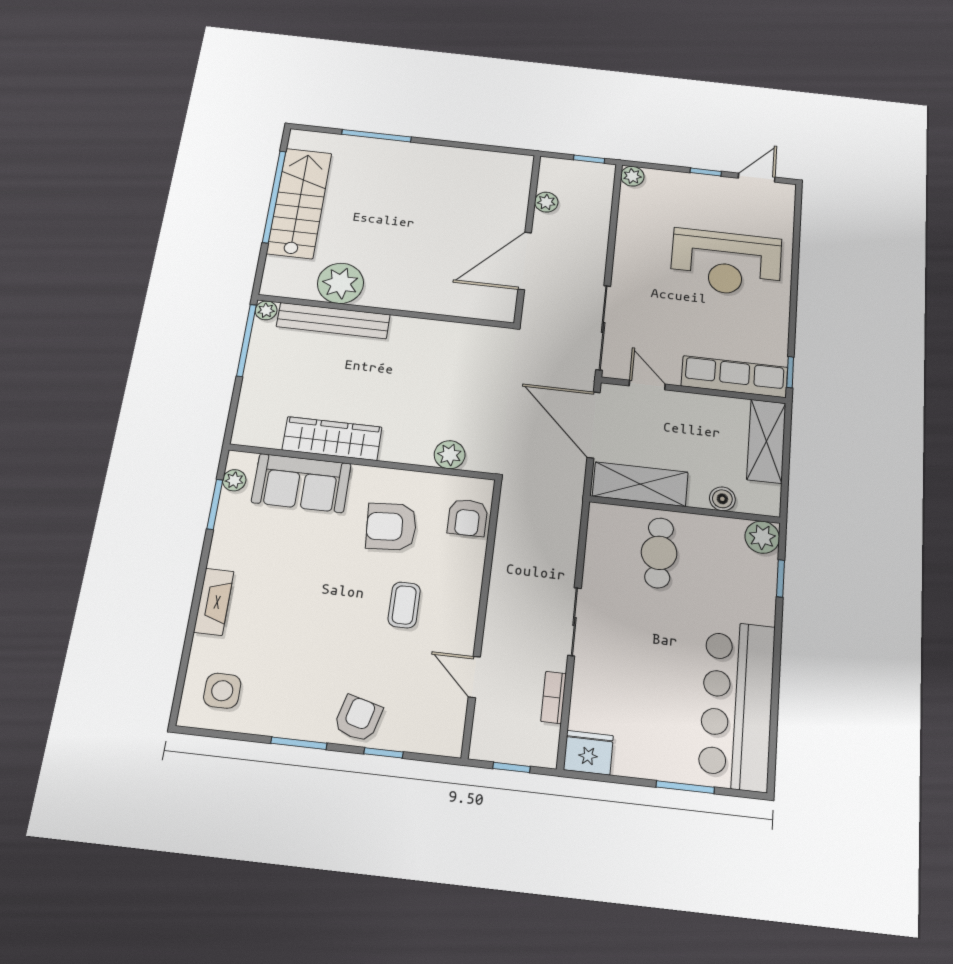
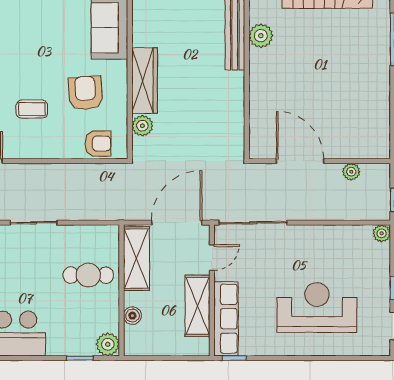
reception desk: (726, 263) -> (317, 307), turned 90
plant: (340, 283) -> (261, 36), width x0.73, depth x0.73
wardrobe: (332, 439) -> (145, 81), moved
shelving: (766, 441) -> (197, 306), moved, turned 90
armchair: (468, 518) -> (98, 144), turned 180

